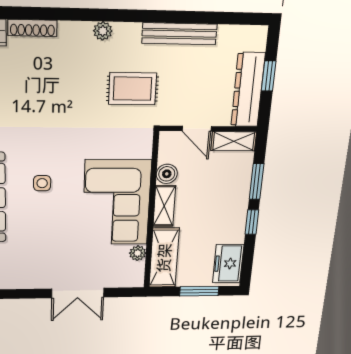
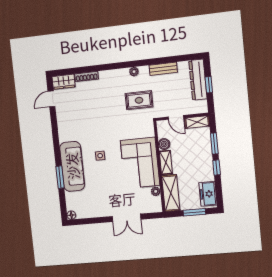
plant: (103, 31) -> (134, 72), moved
bench: (179, 34) -> (163, 69), width x0.73
dresser: (248, 90) -> (198, 80), moved

